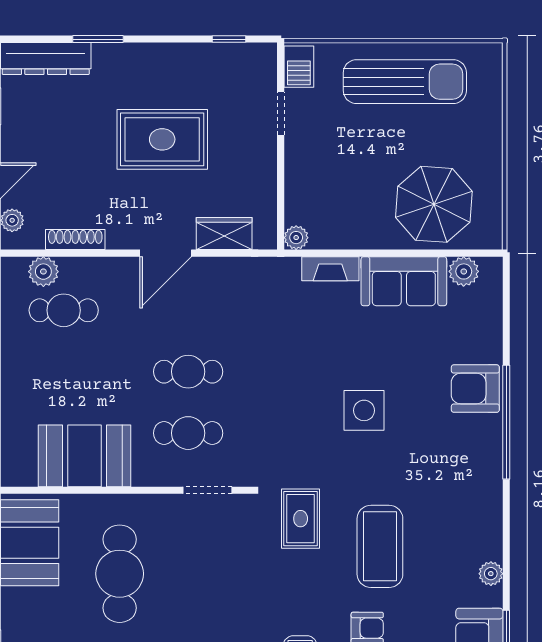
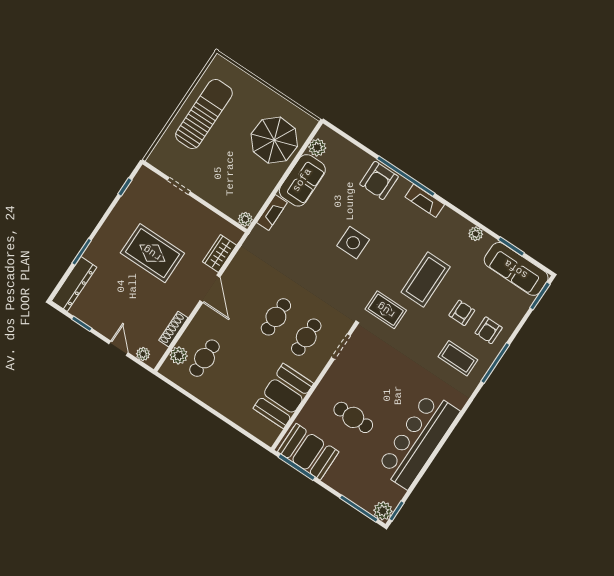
barbecue: (299, 67) -> (162, 161), removed
rug: (162, 139) -> (152, 253), turned 90
fireplace: (489, 471) -> (425, 201), added
coffee table: (380, 546) -> (426, 280), turned 90
cafe table: (120, 574) -> (353, 417), width x0.73, depth x0.74

